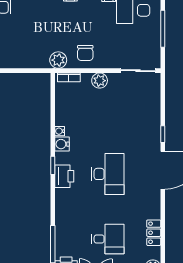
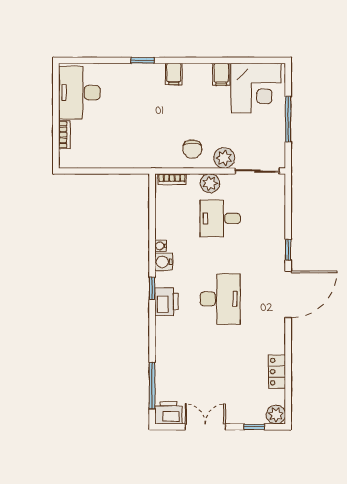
plant: (58, 60) -> (224, 158), moved
desk: (108, 239) -> (220, 218), moved, turned 180

